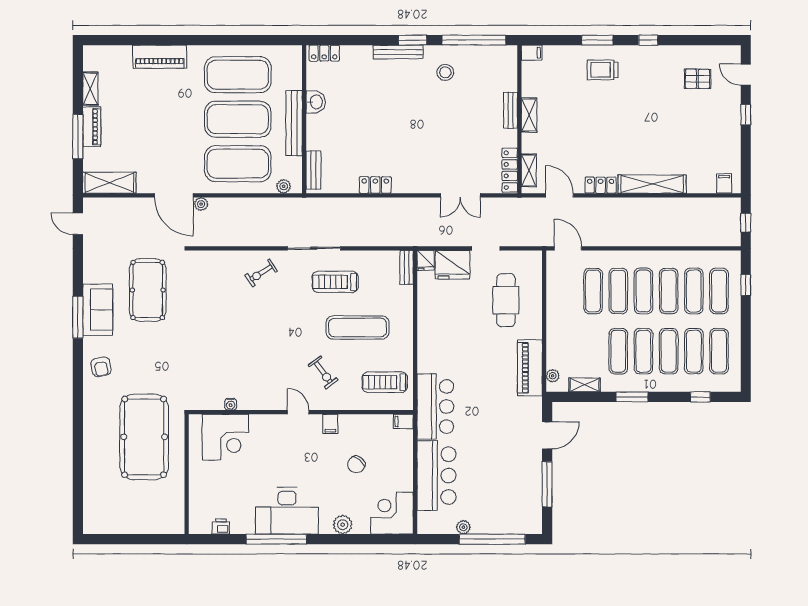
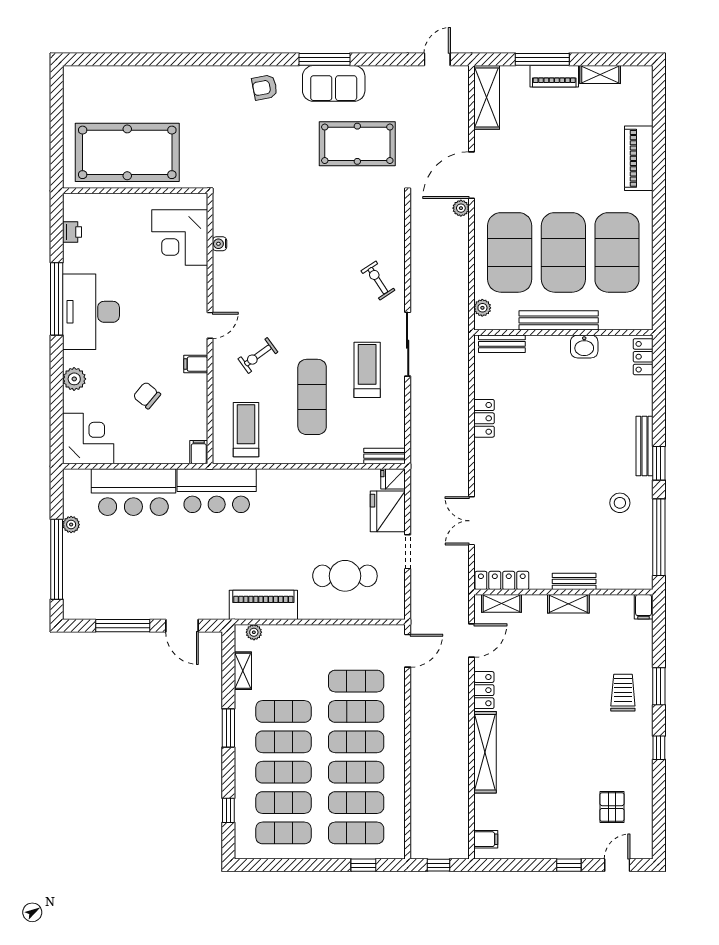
pool table: (144, 437) -> (127, 152), moved

